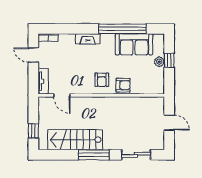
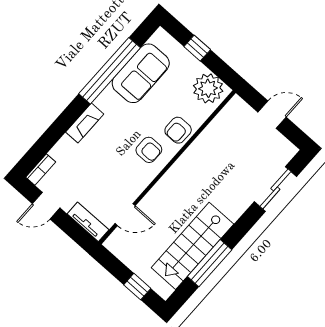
plant: (159, 62) -> (208, 88), moved, width x1.87, depth x1.87
armchair: (123, 85) -> (178, 130), turned 180
window: (94, 155) -> (210, 263), moved

